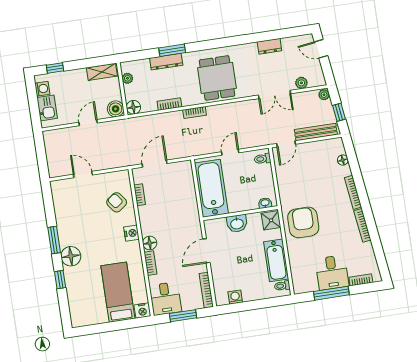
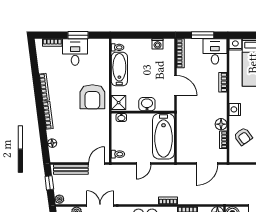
floor lamp: (150, 243) -> (221, 124), moved
door: (206, 251) -> (175, 86), hinge flipped
window: (331, 293) -> (78, 35), width x0.69

